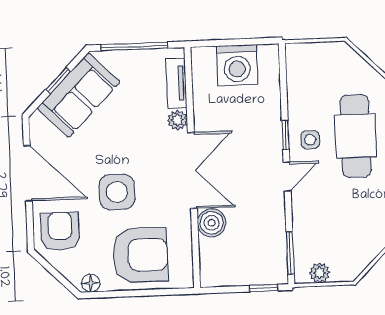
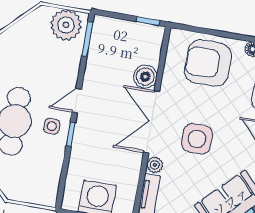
side table: (117, 192) -> (197, 139), moved
plant: (320, 273) -> (66, 25), width x1.88, depth x1.88
window: (264, 288) -> (148, 21), moved

